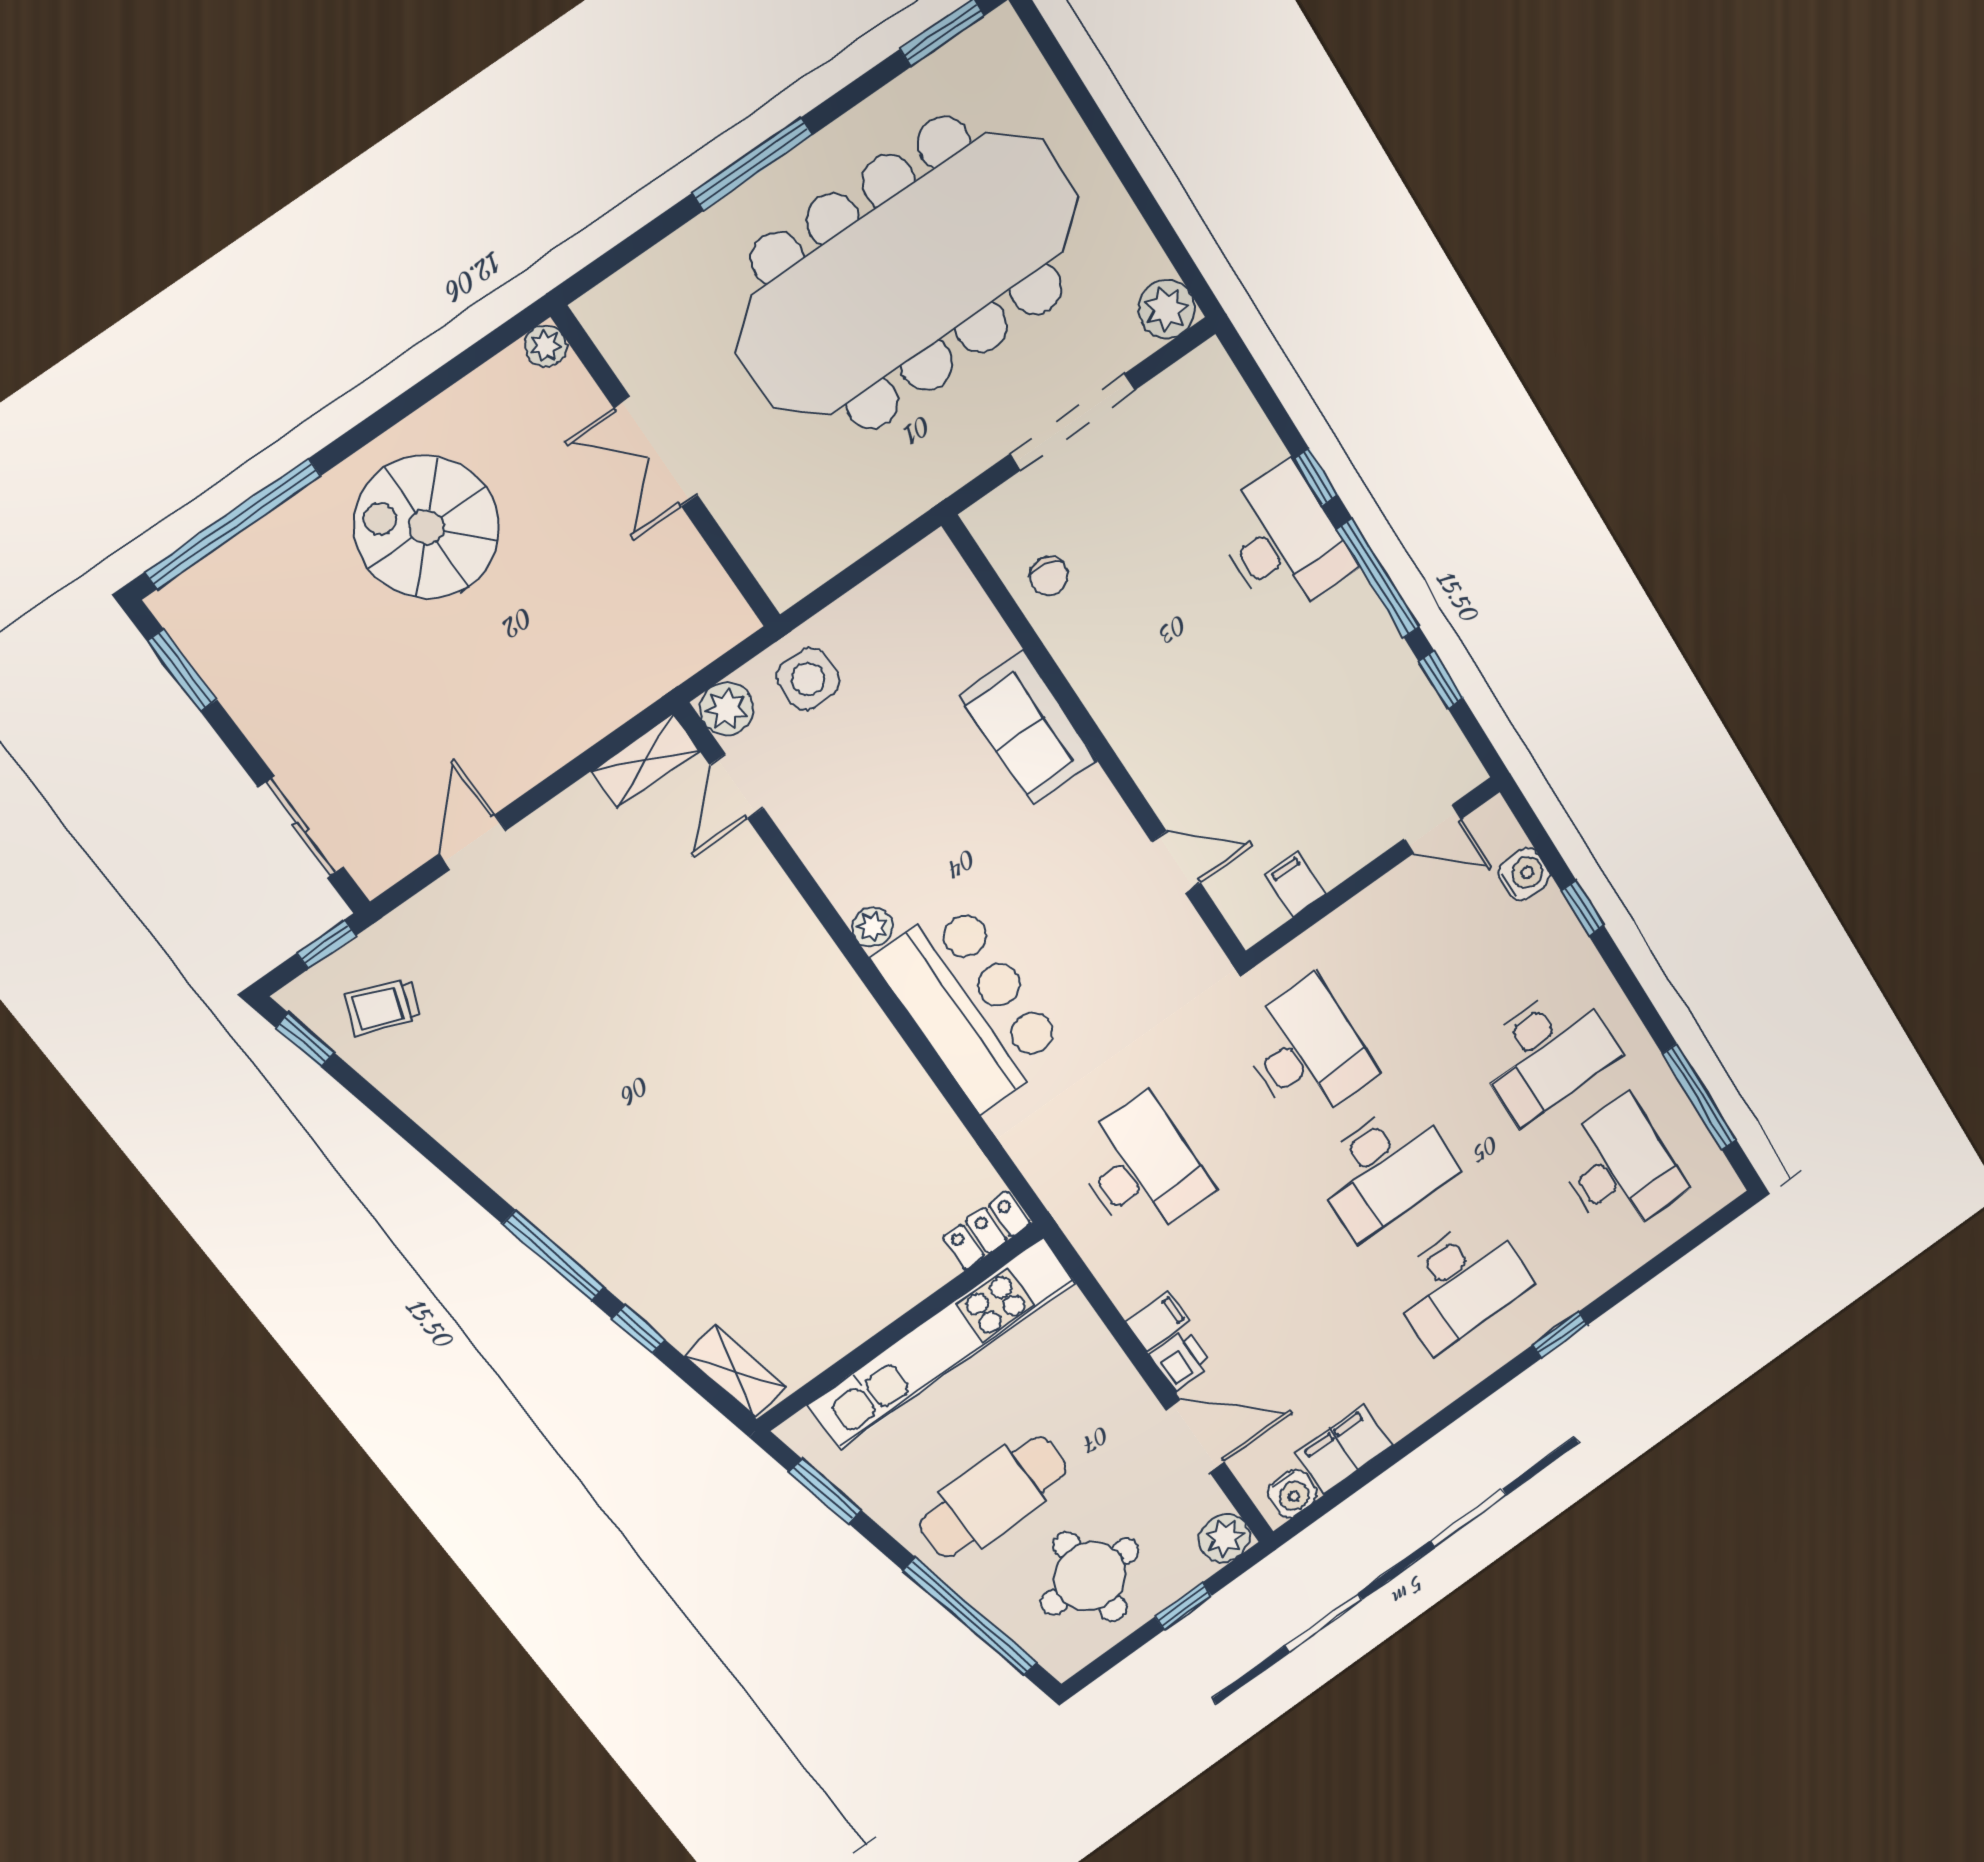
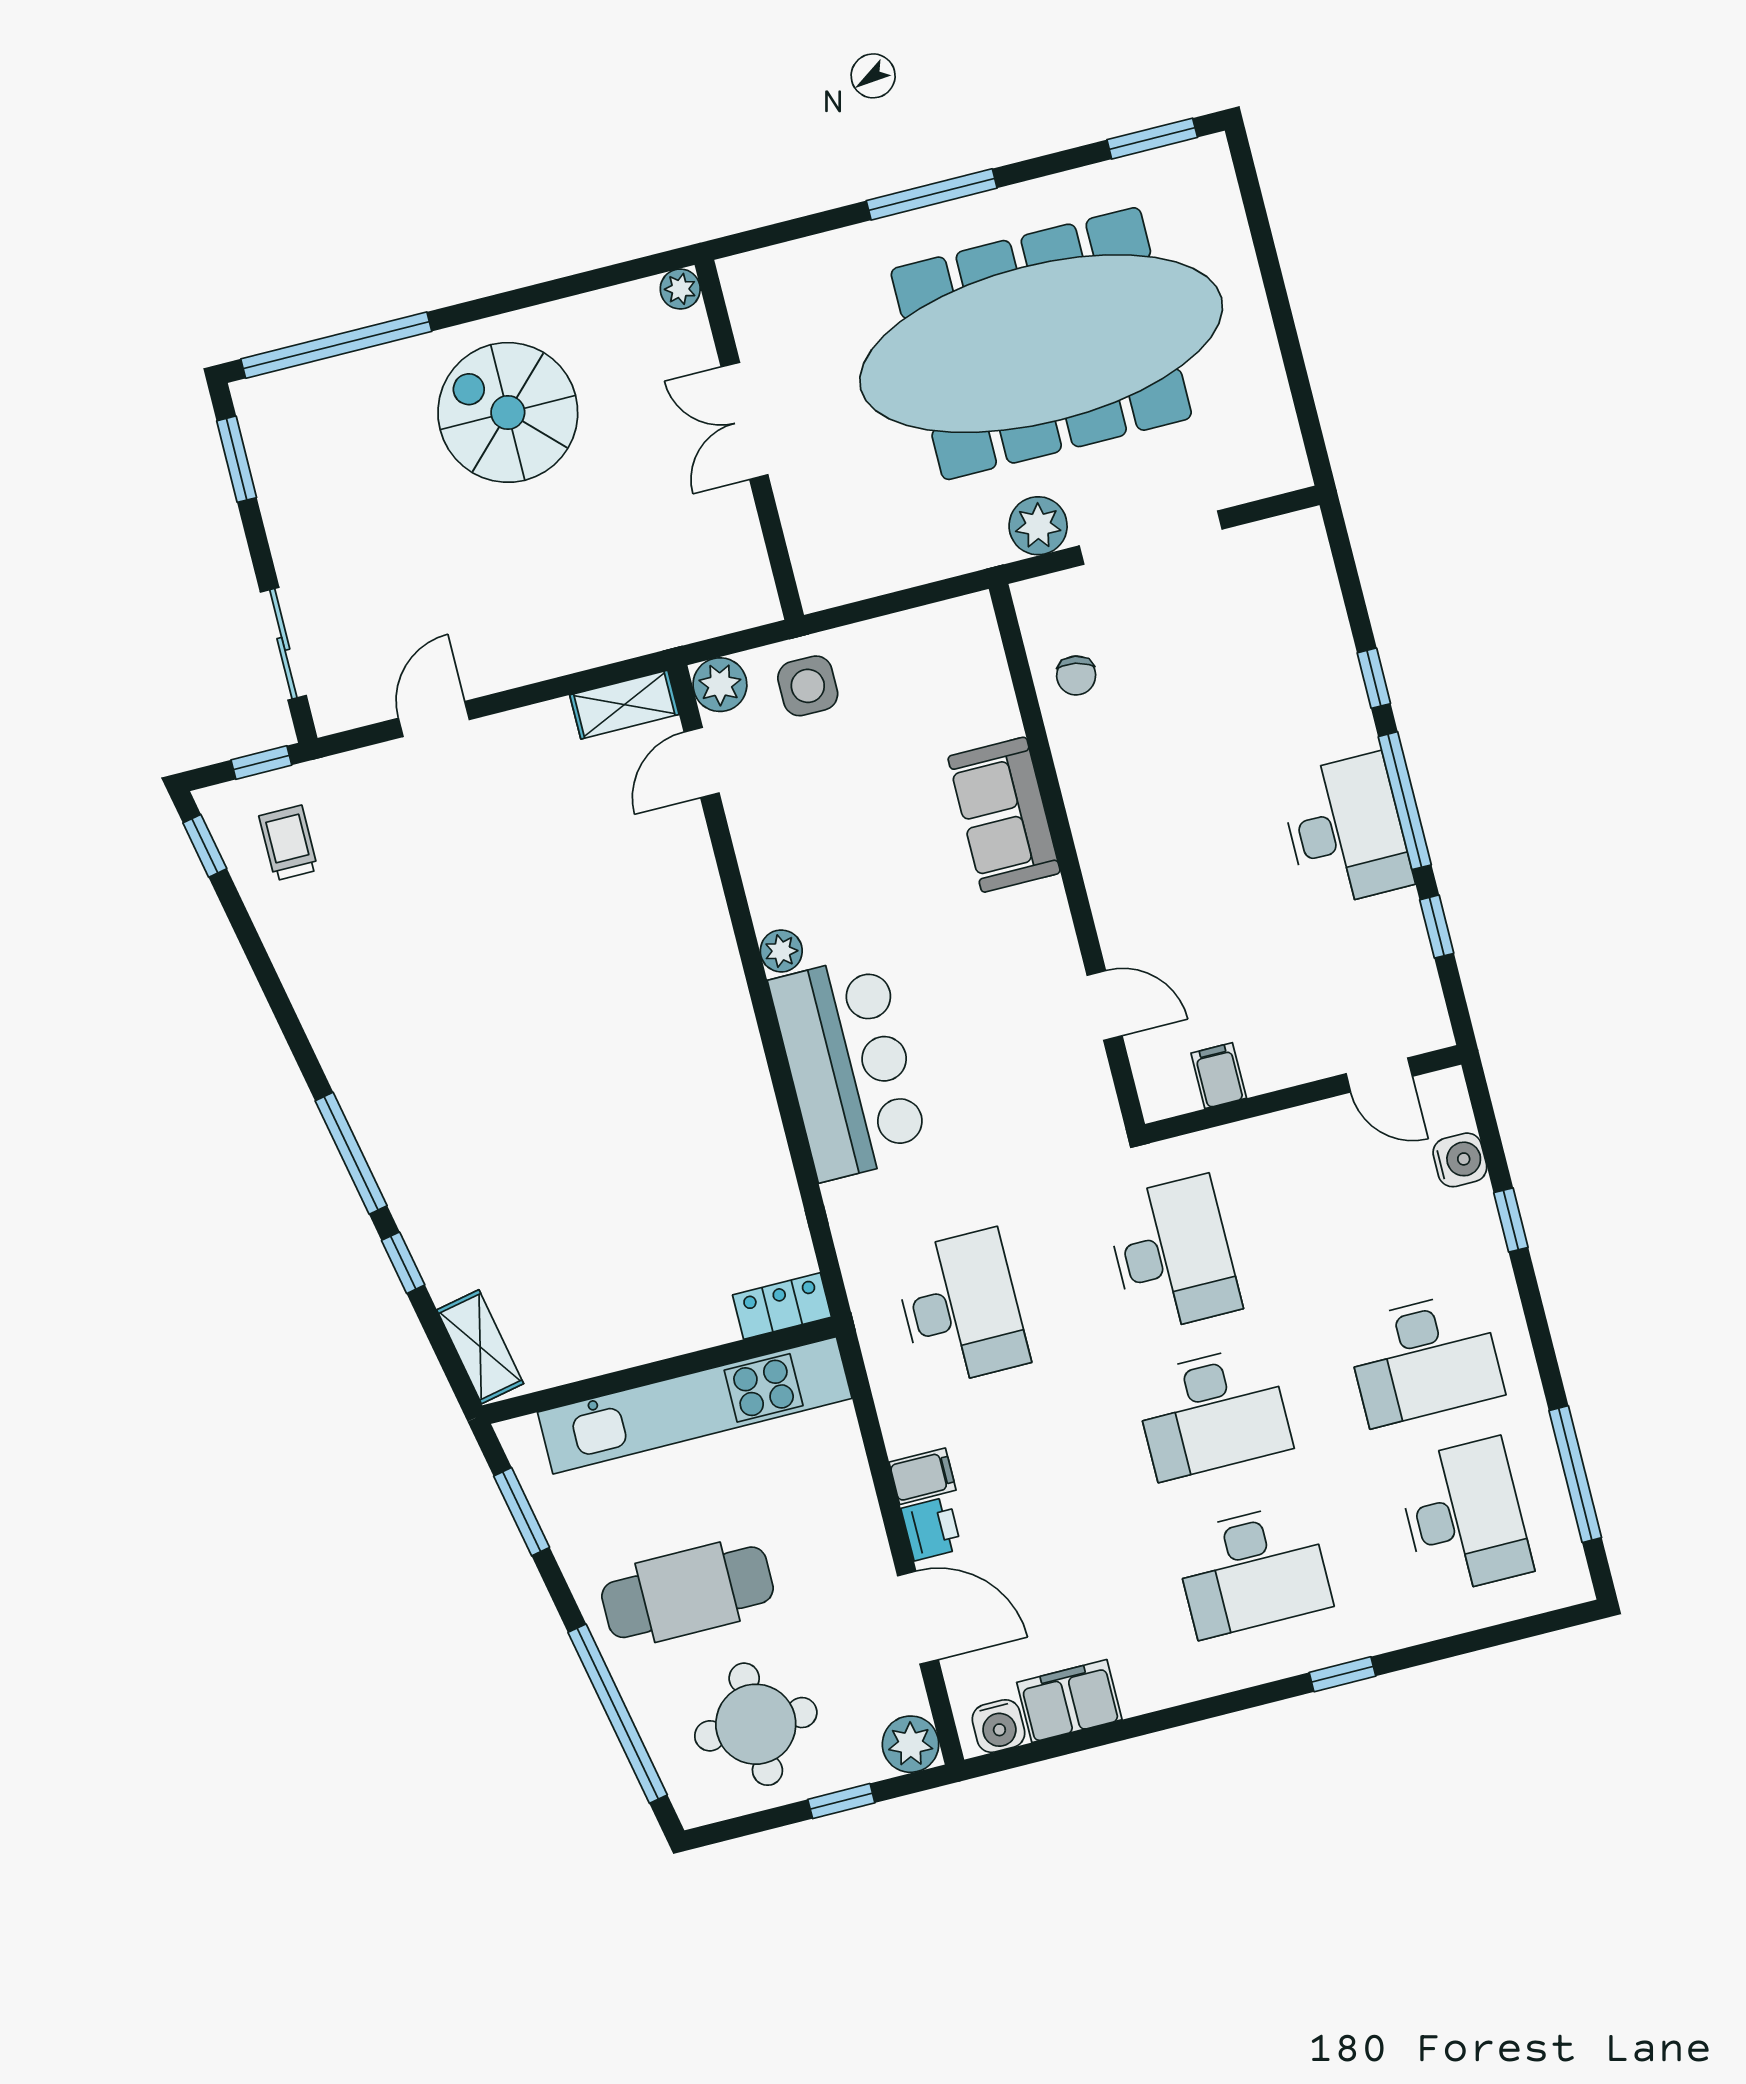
plant: (1167, 309) -> (1038, 526), moved
desk: (1283, 542) -> (1346, 830), moved
trolley: (382, 1007) -> (288, 843), turned 69

